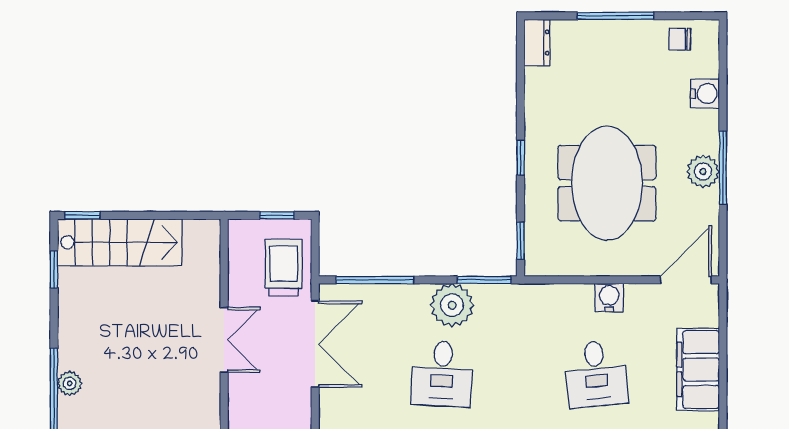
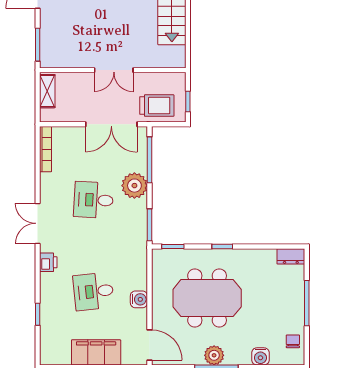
plant: (452, 305) -> (134, 186), moved

